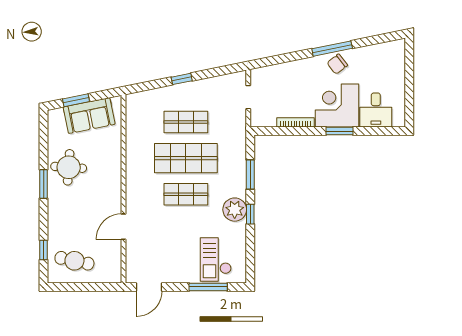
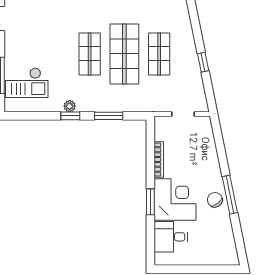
window: (182, 79) -> (203, 62), moved
plant: (235, 210) -> (70, 106), width x0.53, depth x0.53
checkout: (216, 259) -> (27, 83), turned 180

